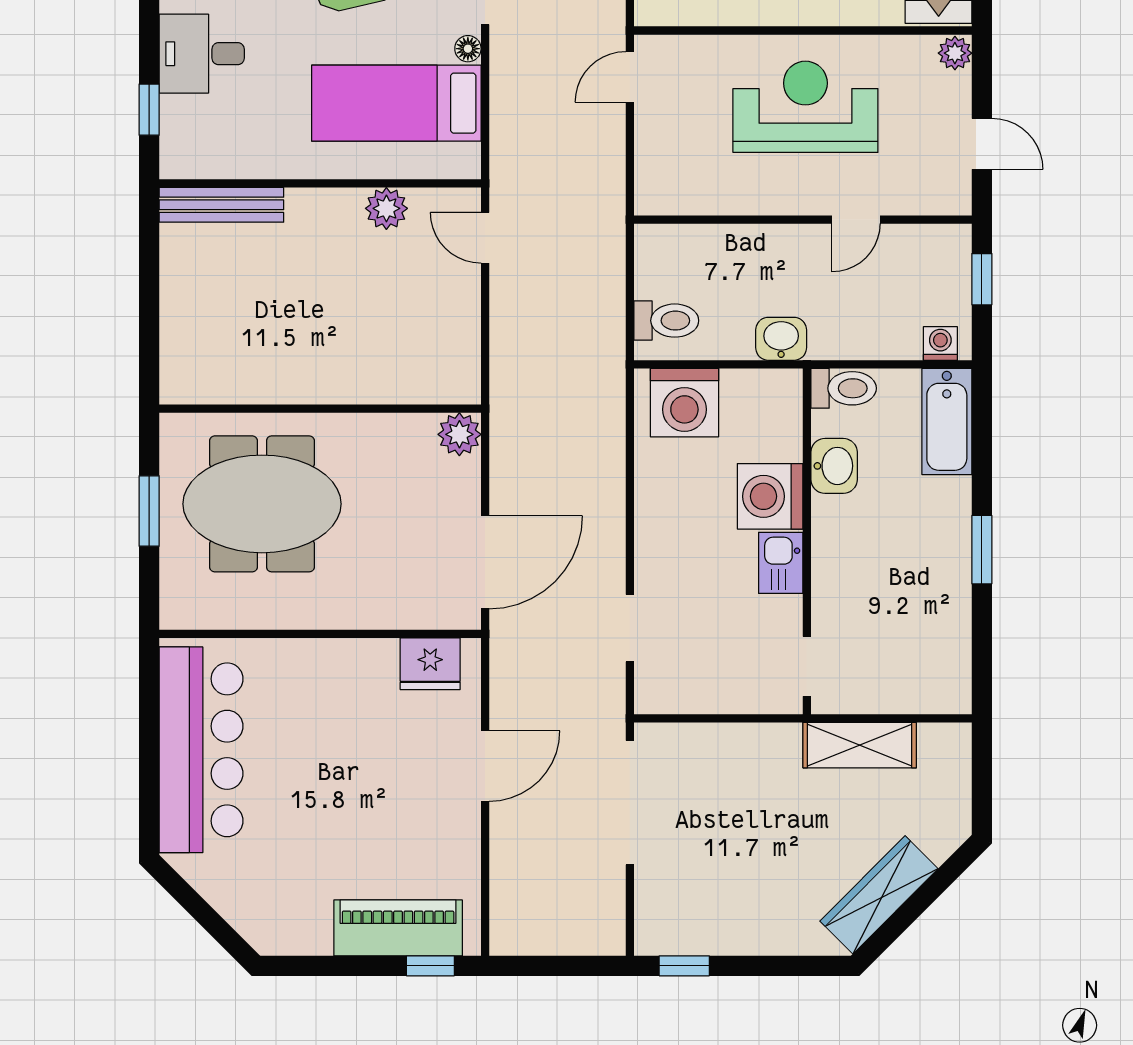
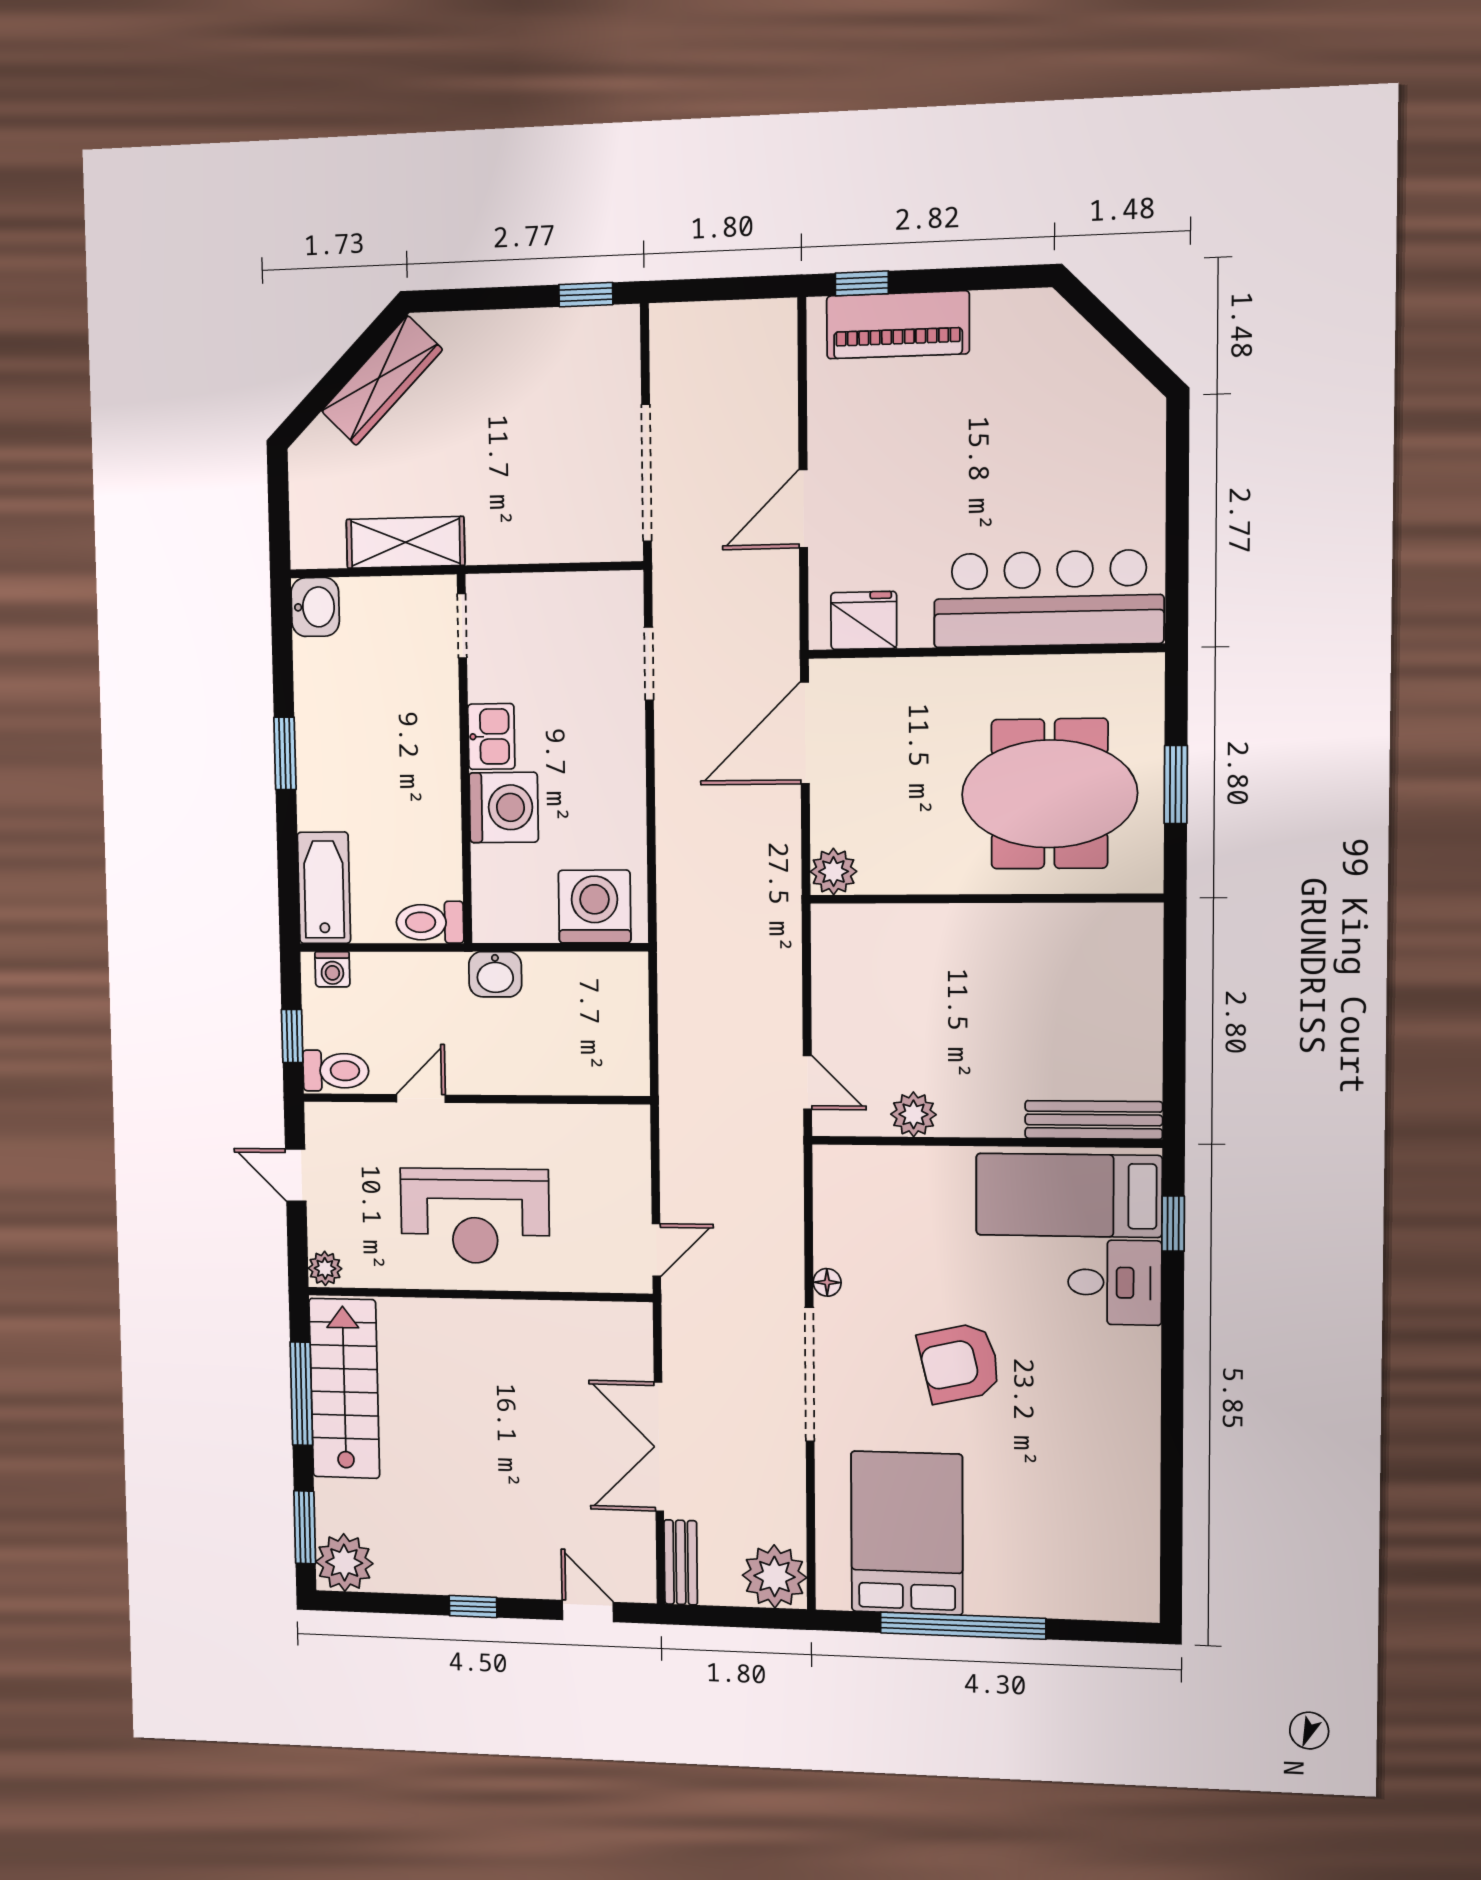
bed: (396, 103) -> (1069, 1195), moved, turned 180
toilet: (666, 321) -> (336, 1071), moved, turned 180
washbasin: (834, 466) -> (315, 607), moved, turned 180
bar counter: (201, 750) -> (1048, 599), moved, turned 90

